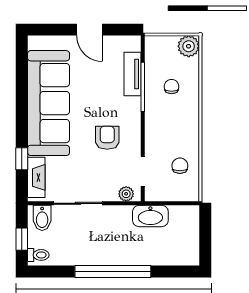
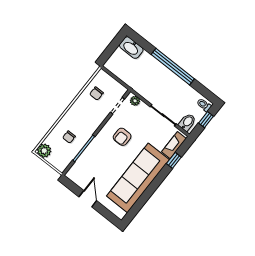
tv unit: (132, 74) -> (84, 159), removed
washbasin: (150, 216) -> (131, 48), moved, turned 180

